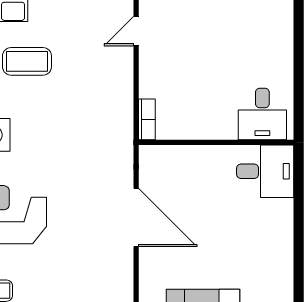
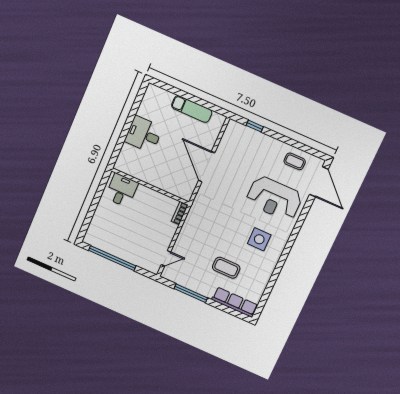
desk: (265, 171) -> (144, 134), moved

